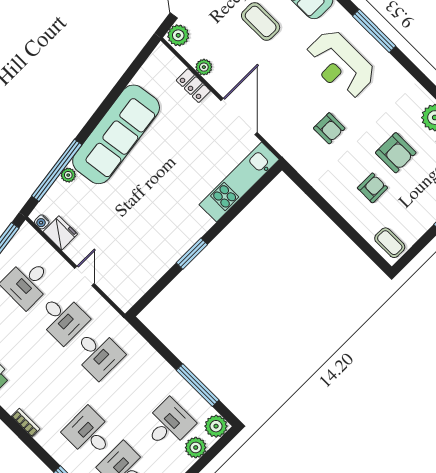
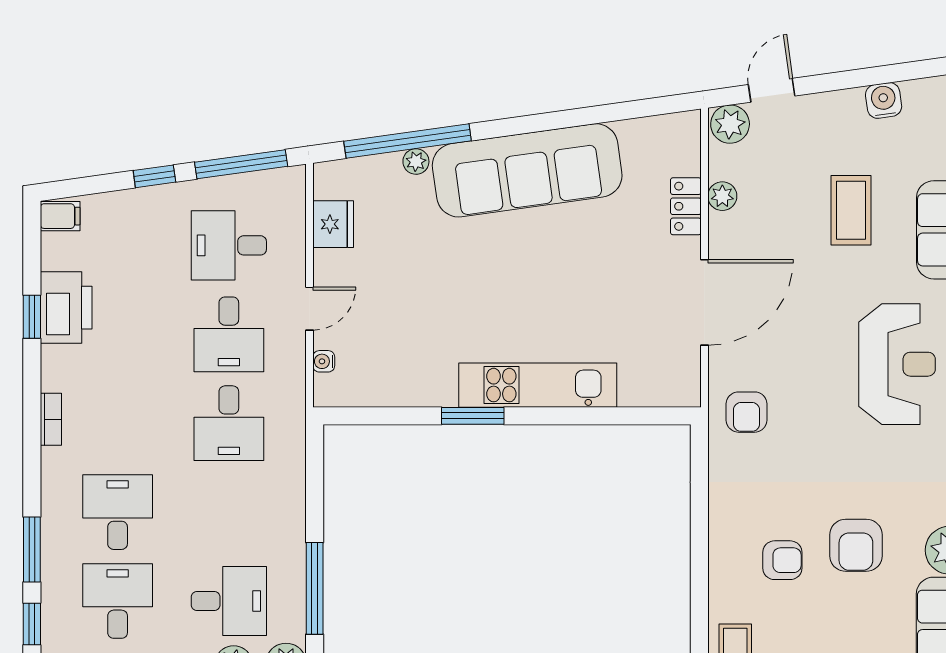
reception desk: (340, 64) -> (897, 364), turned 180
armchair: (329, 128) -> (747, 412), moved
kitchen unit: (239, 182) -> (538, 385), moved
water cooler: (42, 222) -> (324, 361), moved

